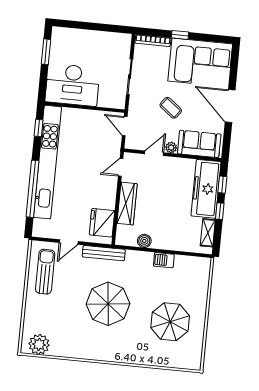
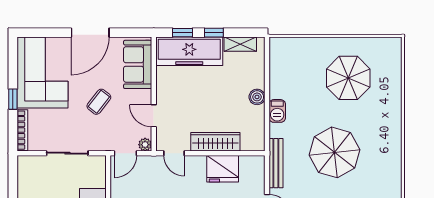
plant: (171, 147) -> (145, 145), moved
fridge: (102, 223) -> (223, 169), moved
boiler: (144, 241) -> (257, 97), moved
barbecue: (164, 260) -> (277, 111), moved

